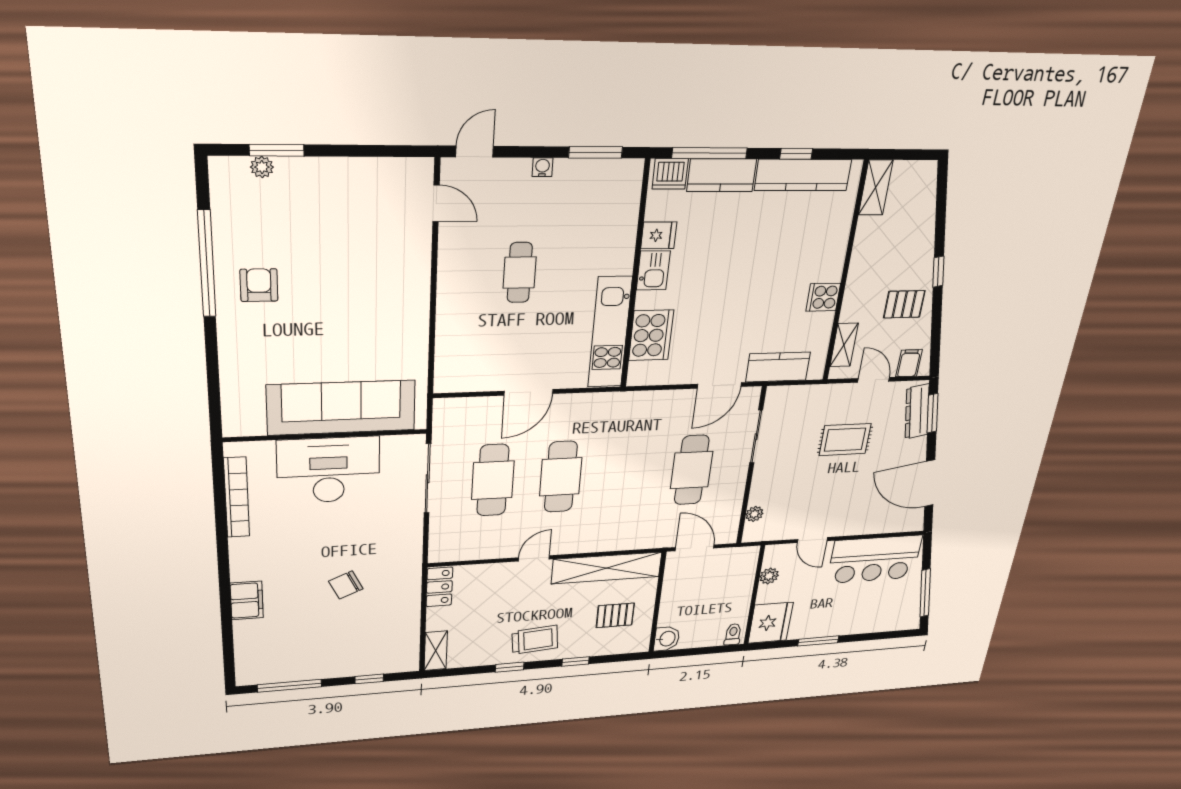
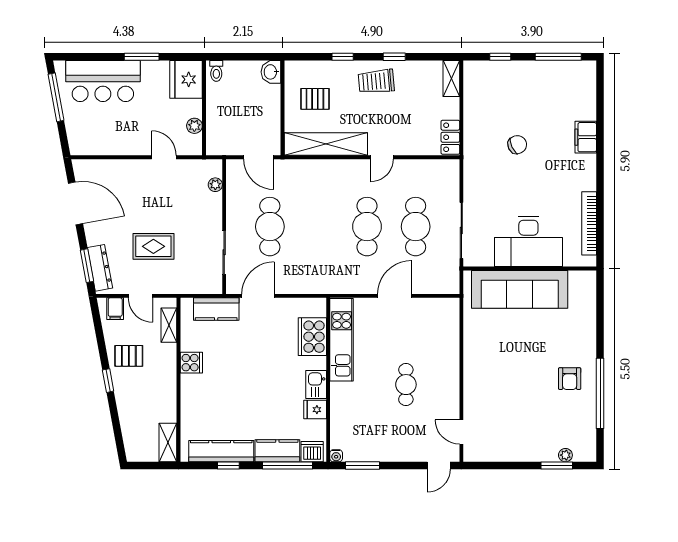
water cooler: (542, 167) -> (336, 456), moved
bar counter: (874, 559) -> (103, 81), moved, turned 180

